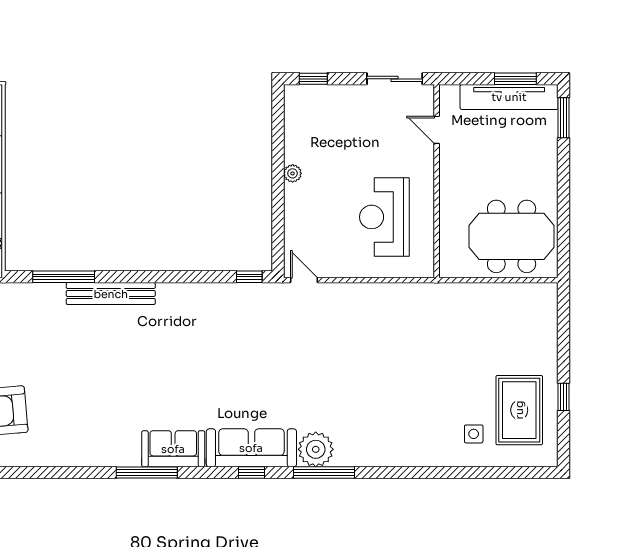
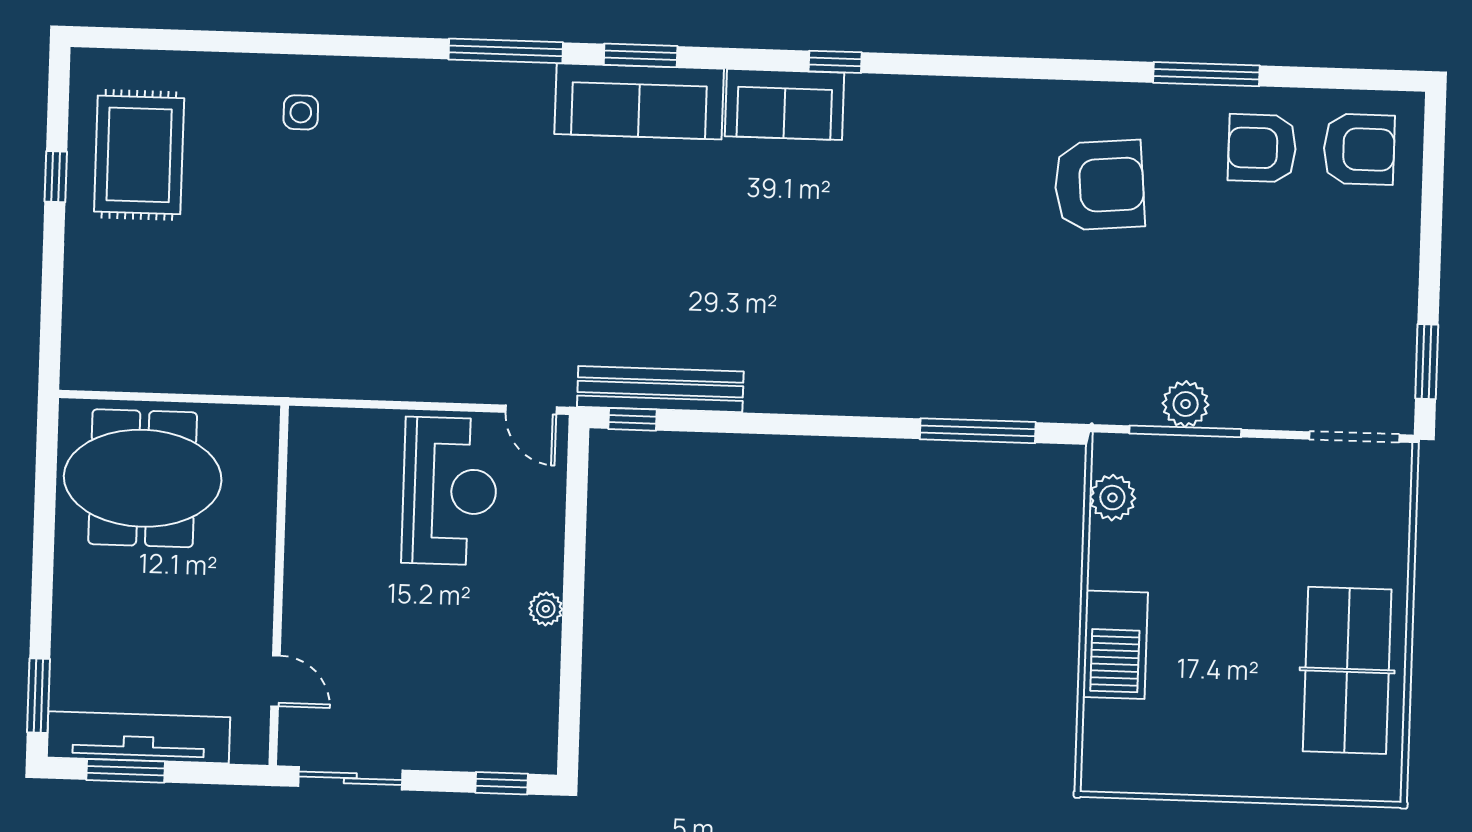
reception desk: (384, 217) -> (450, 491), moved
bench: (111, 294) -> (660, 389), moved
side table: (474, 434) -> (301, 112), moved
plant: (316, 449) -> (520, 95), removed
window: (147, 473) -> (835, 62), width x0.46
window: (251, 473) -> (641, 55), width x1.50

